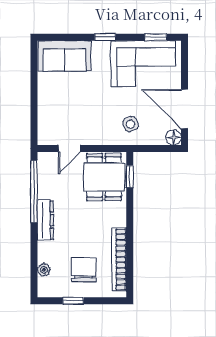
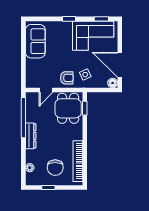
sofa: (64, 56) -> (35, 41), moved, turned -90
armchair: (102, 129) -> (67, 78), added
chair: (84, 270) -> (55, 168), turned 180

